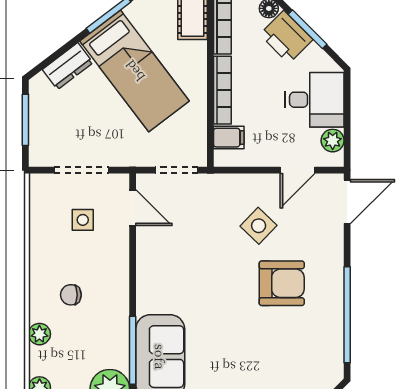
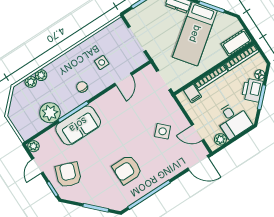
door: (133, 208) -> (123, 79), moved
side table: (83, 220) -> (102, 62), moved
armchair: (282, 283) -> (127, 170), moved, turned 90
chair: (71, 295) -> (82, 87), moved
plant: (39, 334) -> (41, 75), moved

